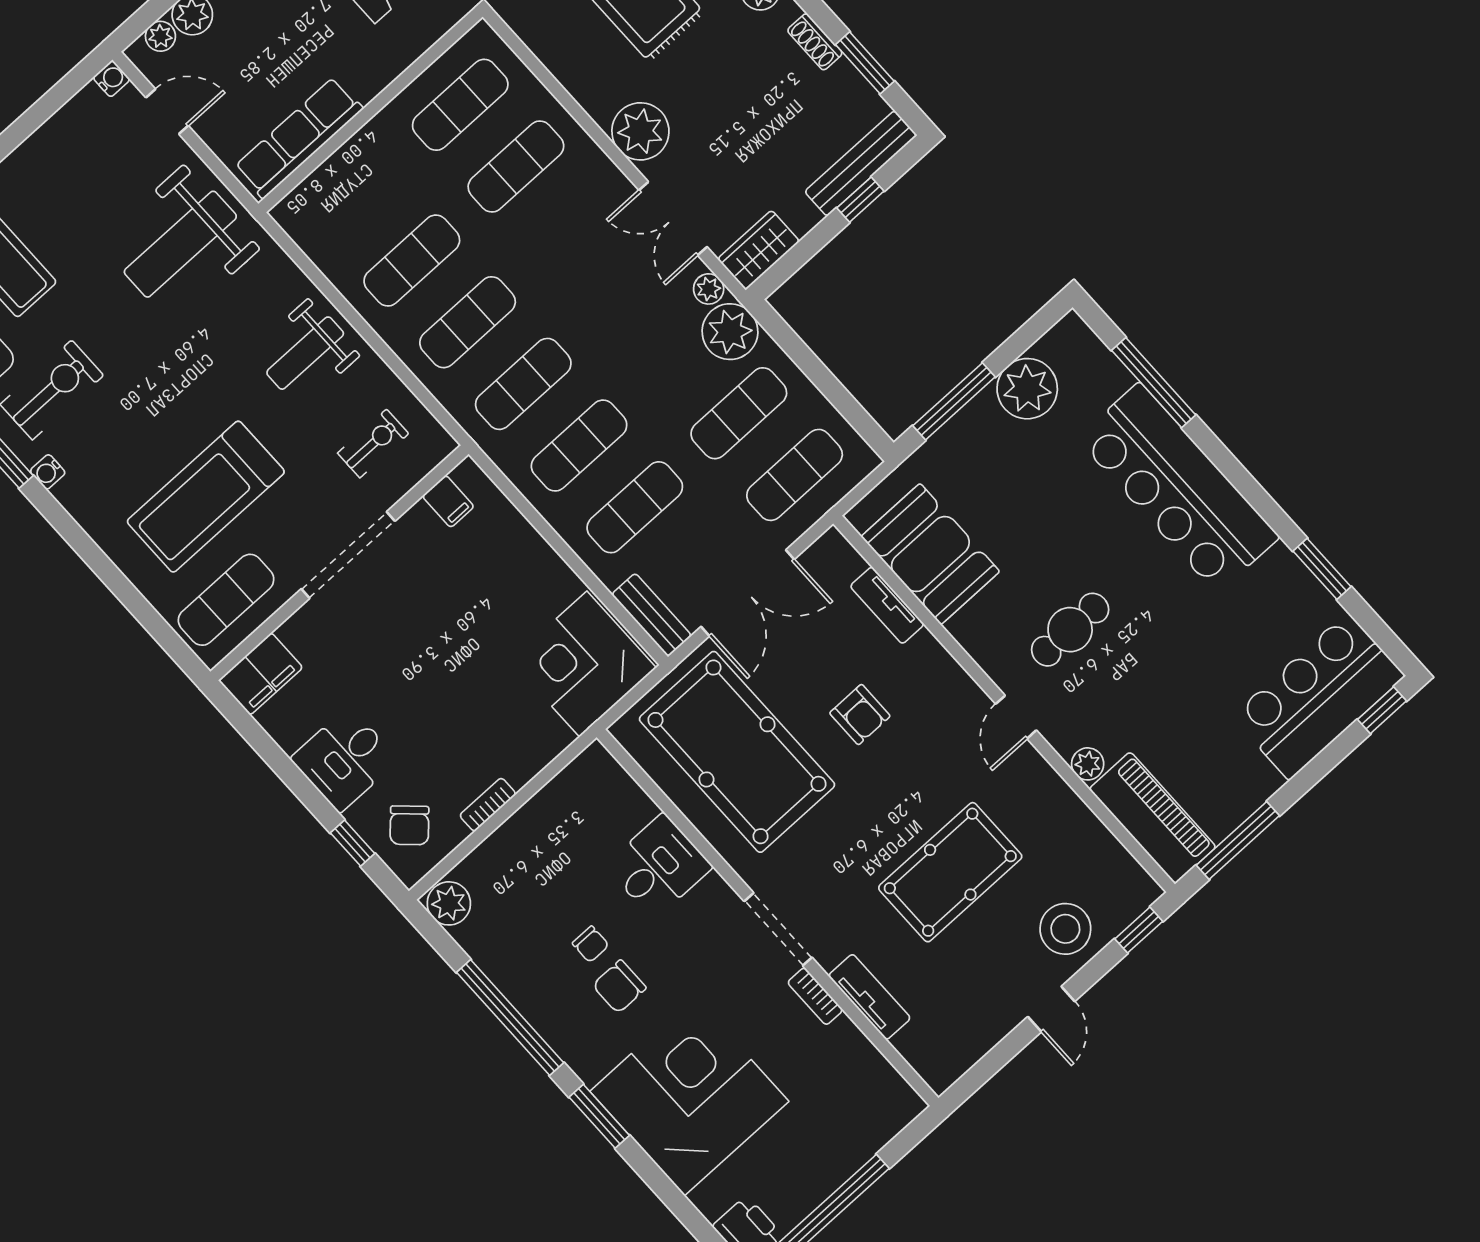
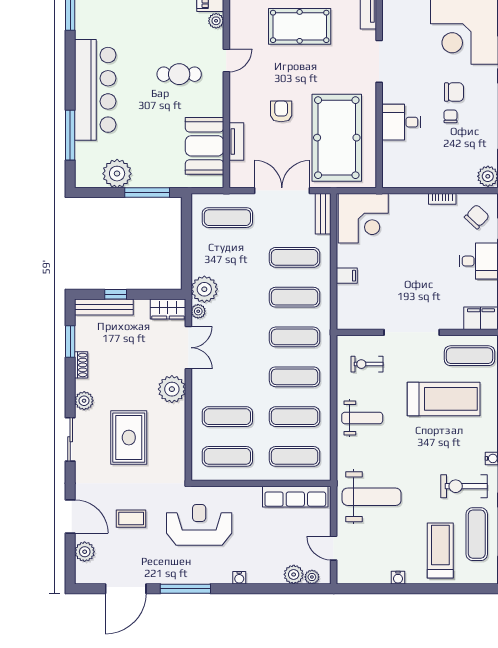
water cooler: (111, 79) -> (398, 578), moved, turned -90
exercise mat: (739, 413) -> (295, 456), moved
filing cabinet: (448, 501) -> (347, 276), moved, turned 90
bookcase: (815, 996) -> (387, 26), removed

